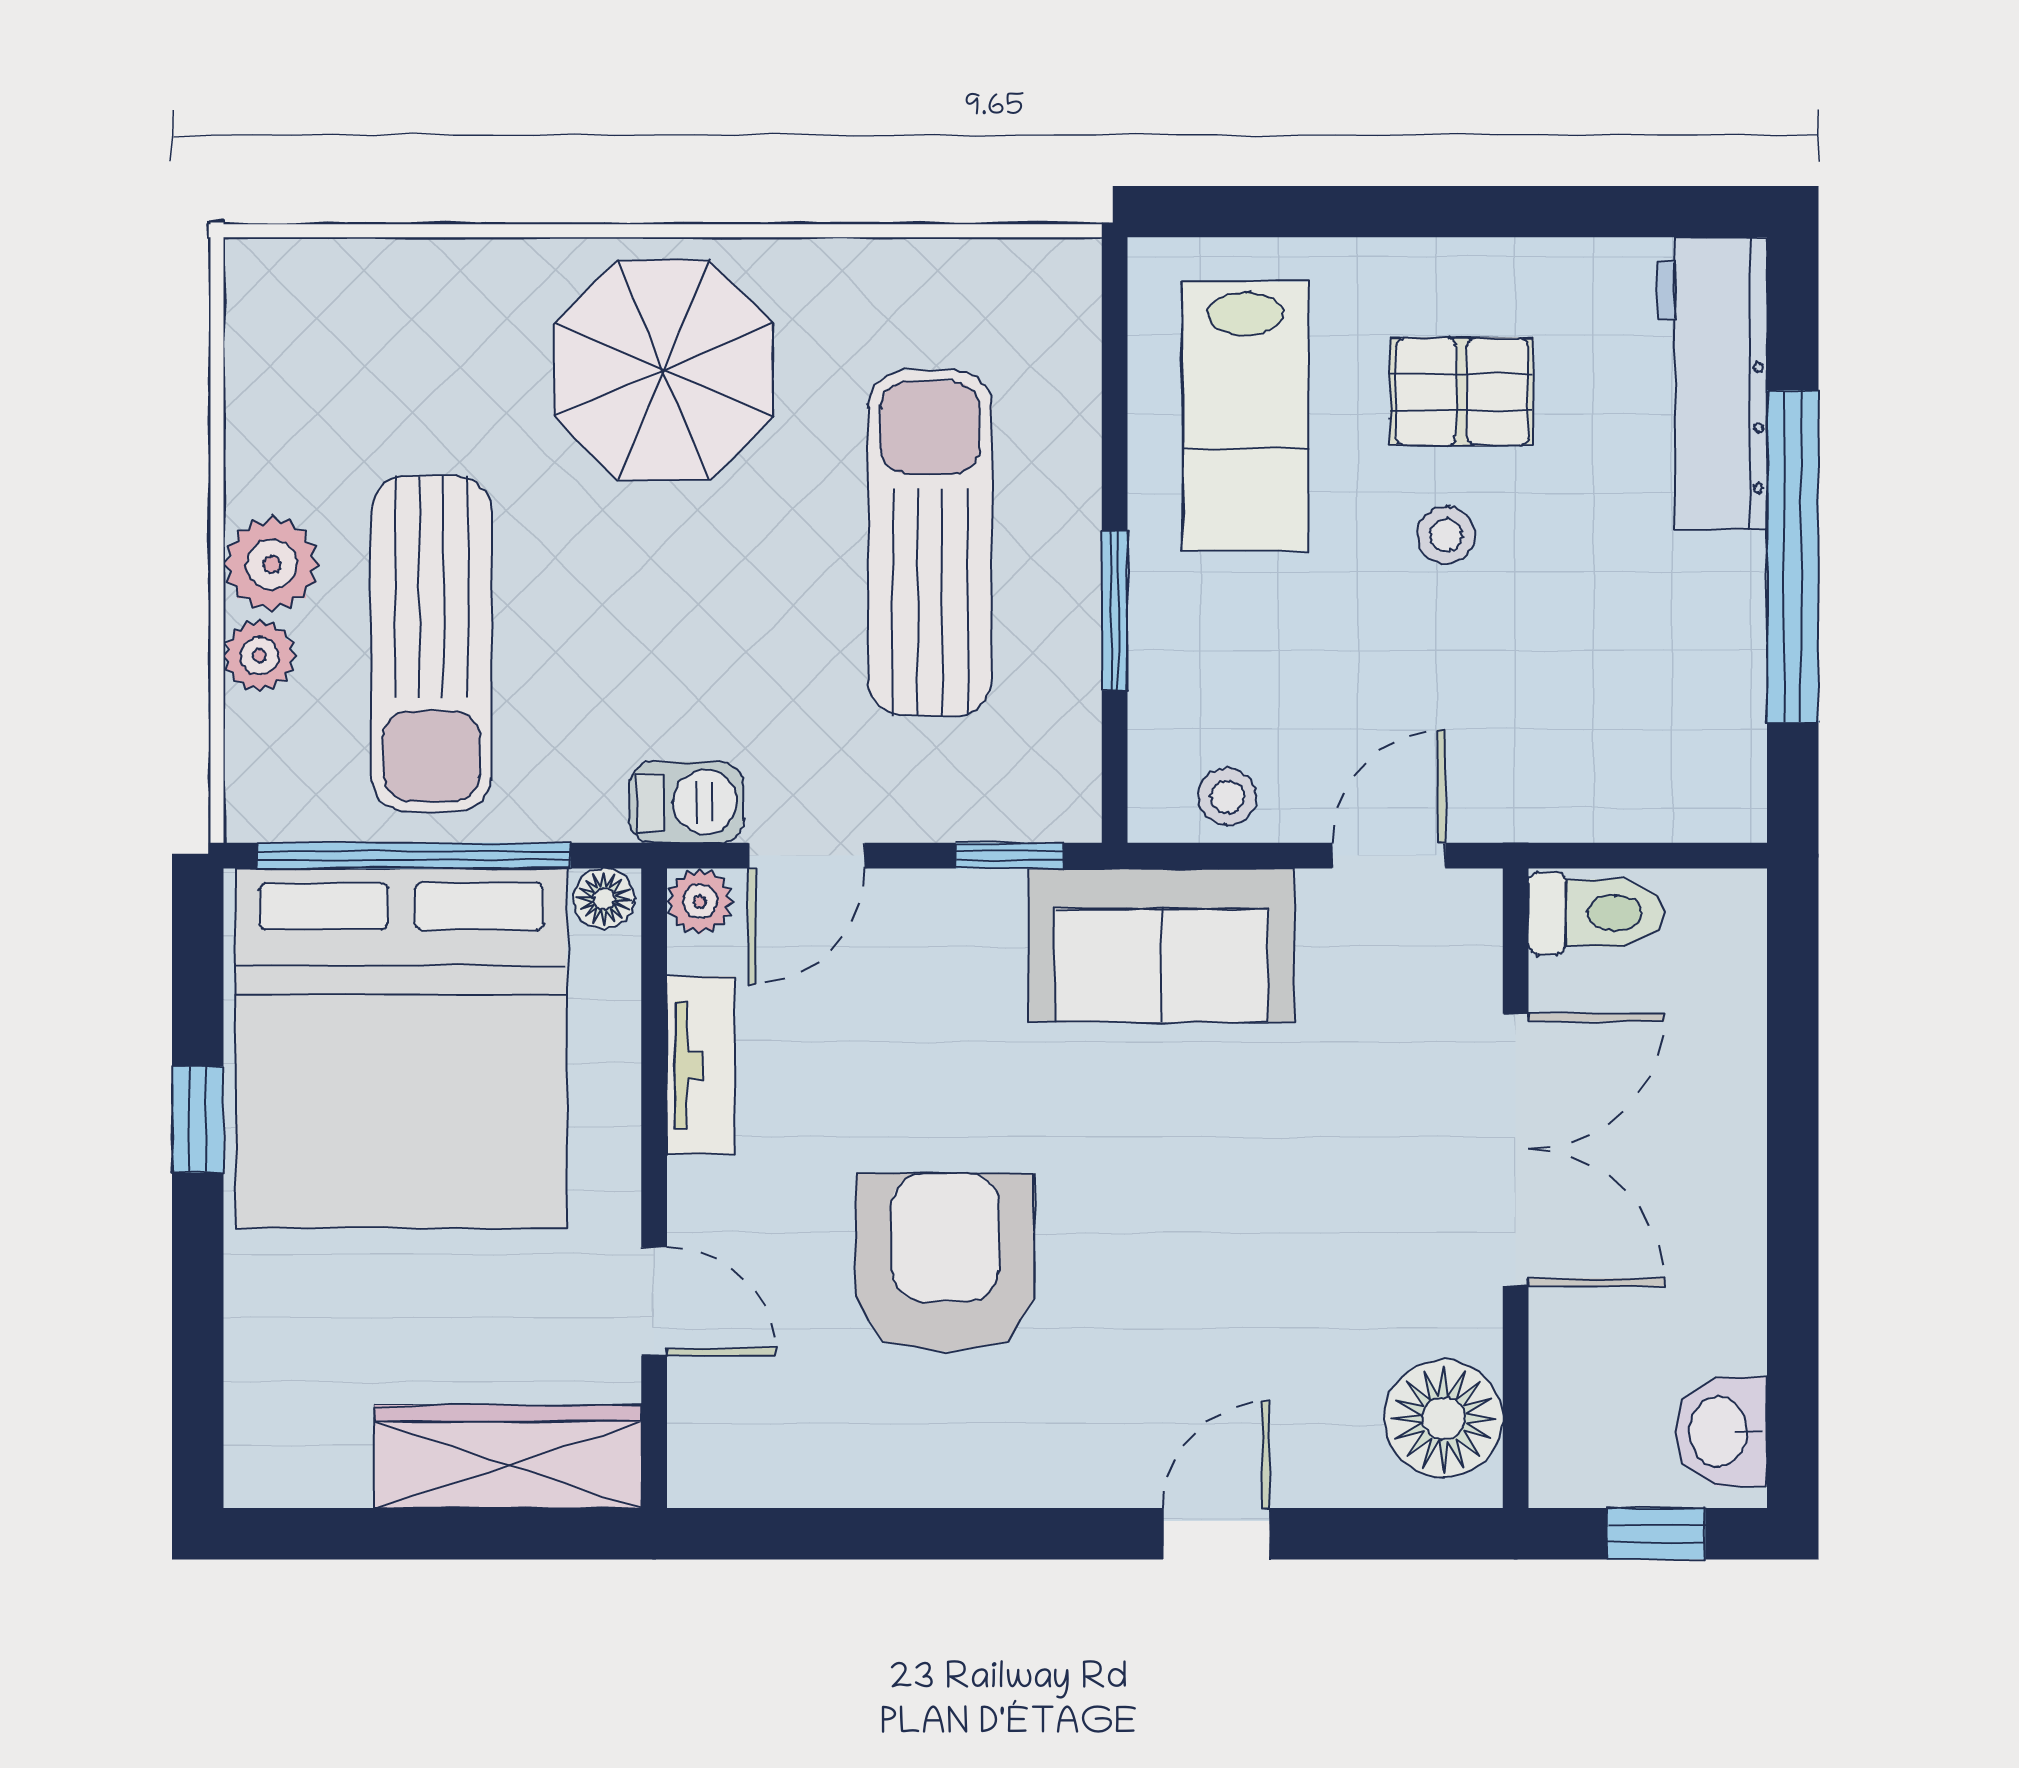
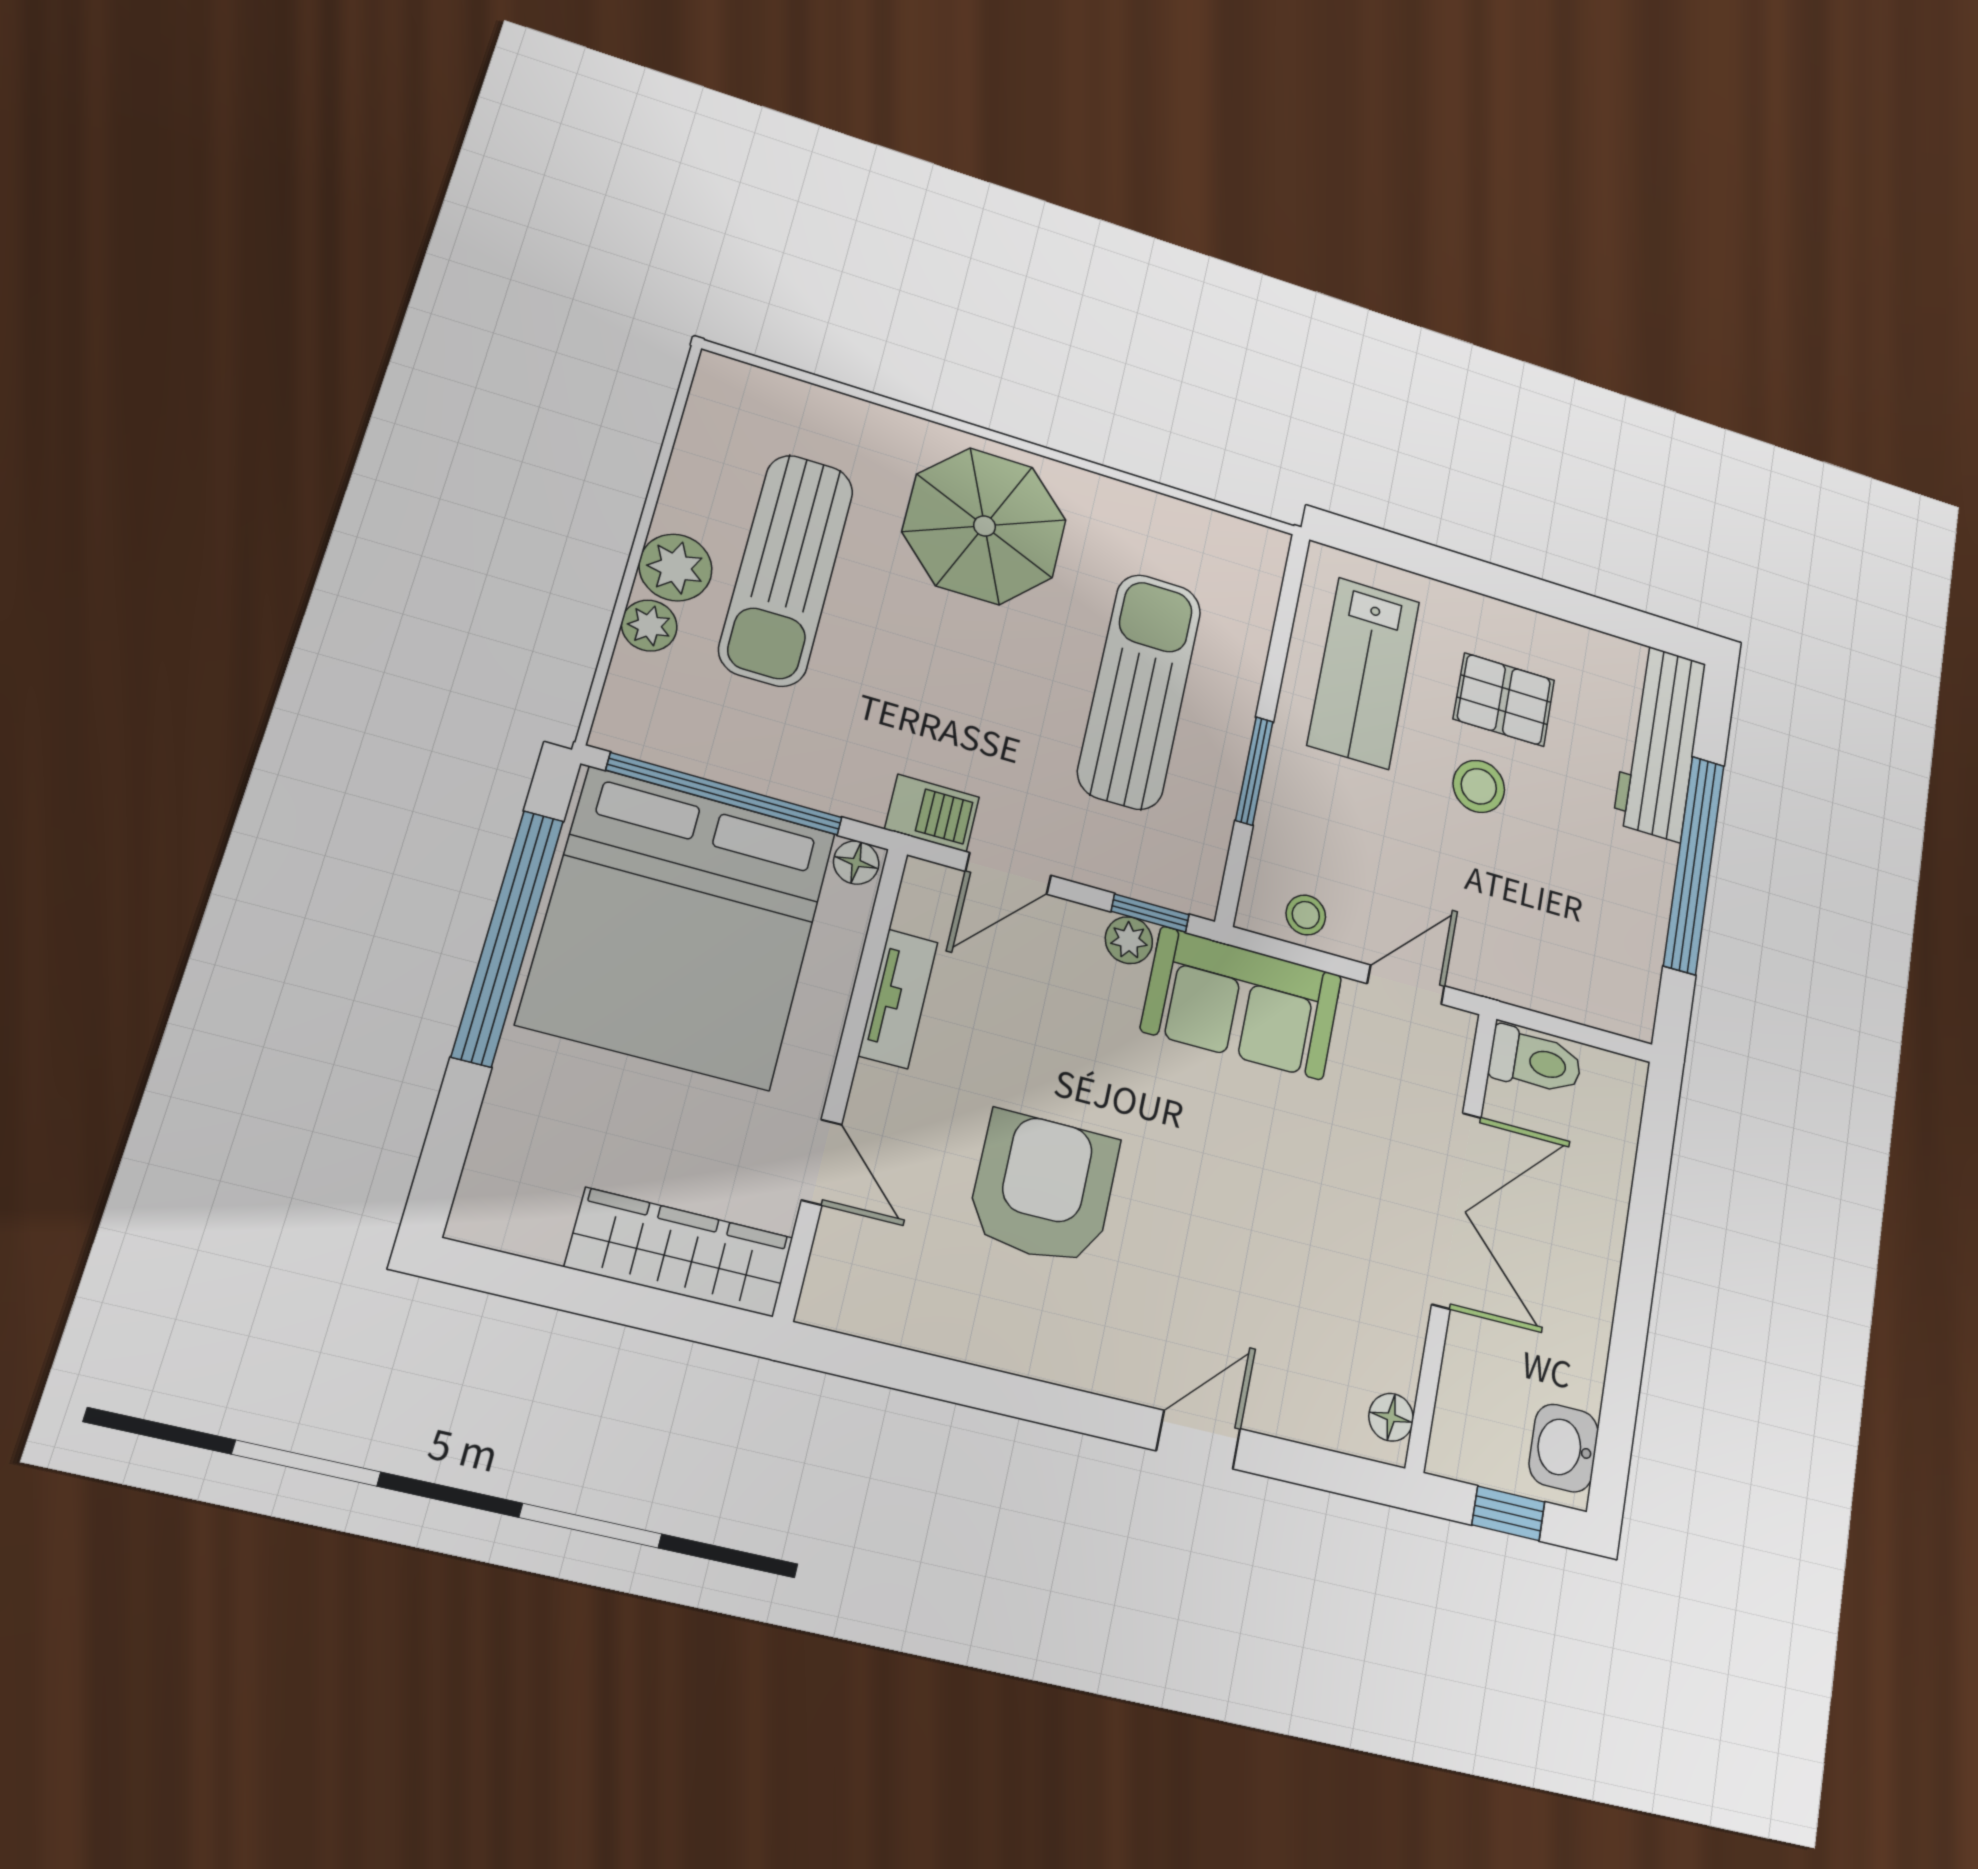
stool: (1446, 535) -> (1479, 786), width x1.37, depth x1.37
sun lounger: (431, 644) -> (786, 570), moved
plant: (700, 901) -> (1129, 940), moved
window: (198, 1120) -> (508, 937), width x3.17
floor lamp: (1444, 1419) -> (1391, 1417), width x0.53, depth x0.53

